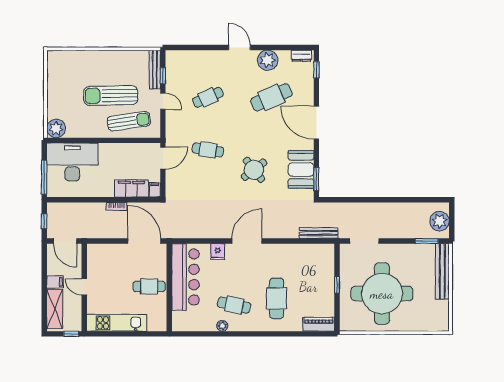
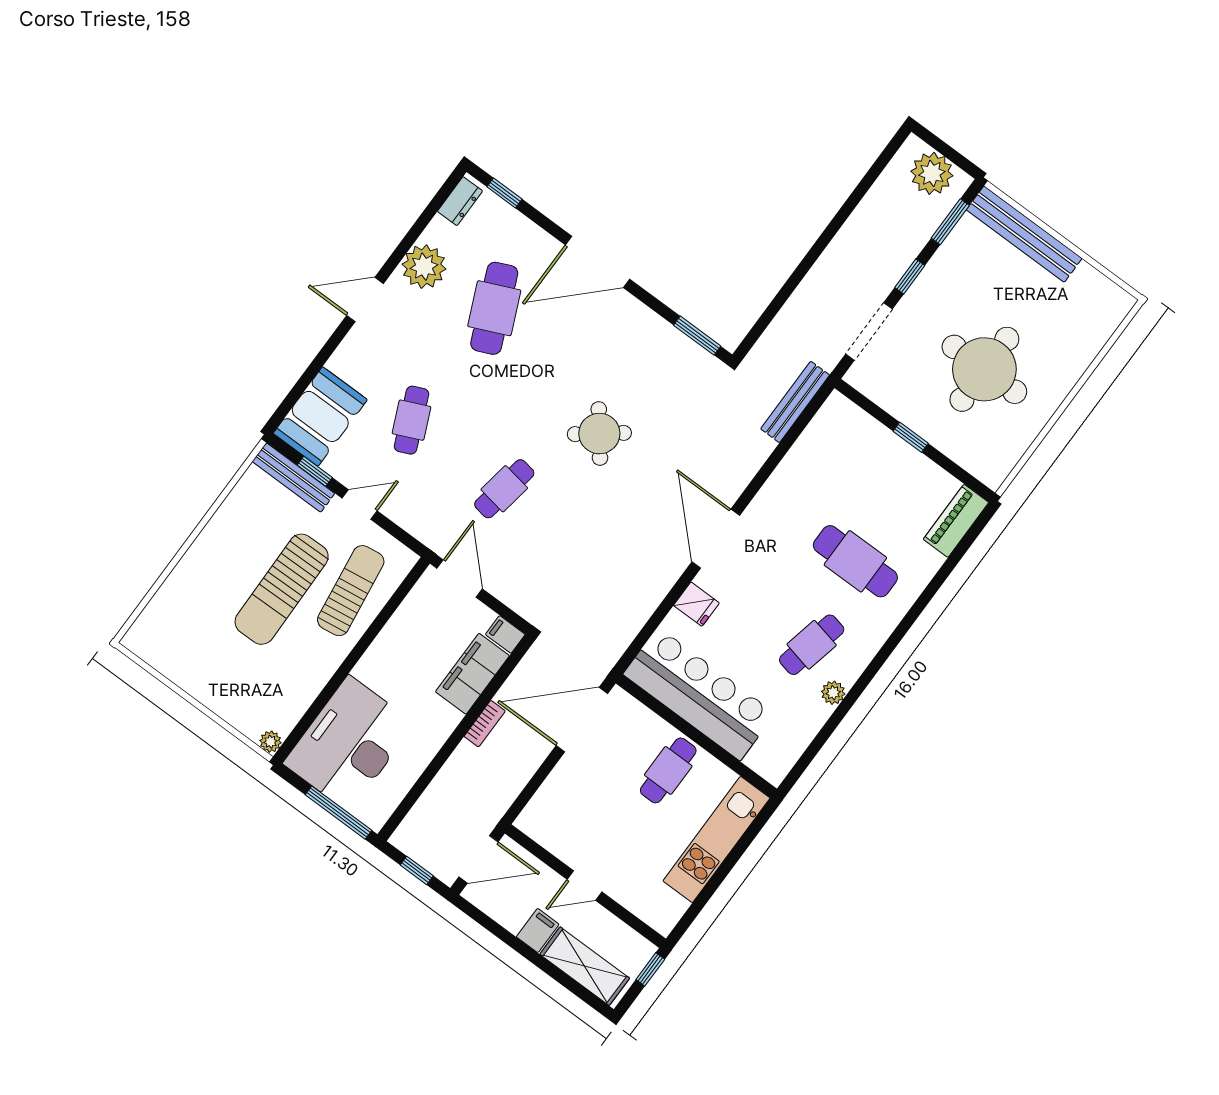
plant: (56, 128) -> (271, 742), width x0.53, depth x0.53
booth: (301, 169) -> (320, 416), moved, turned 90
window: (396, 241) -> (910, 276), added
round table: (382, 294) -> (984, 369), width x0.73, depth x0.73
kitchen unit: (117, 323) -> (717, 839), moved

